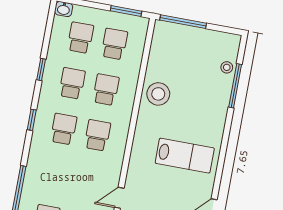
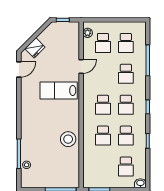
school desk: (114, 44) -> (126, 74), moved
lab bench: (185, 156) -> (59, 90), moved

